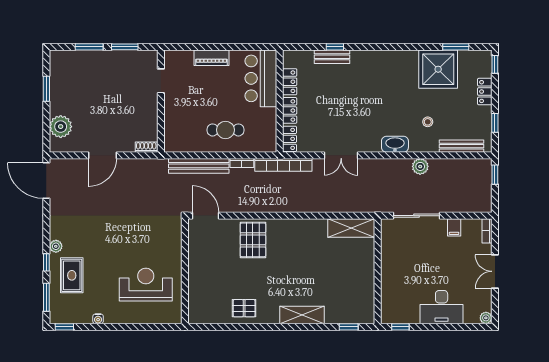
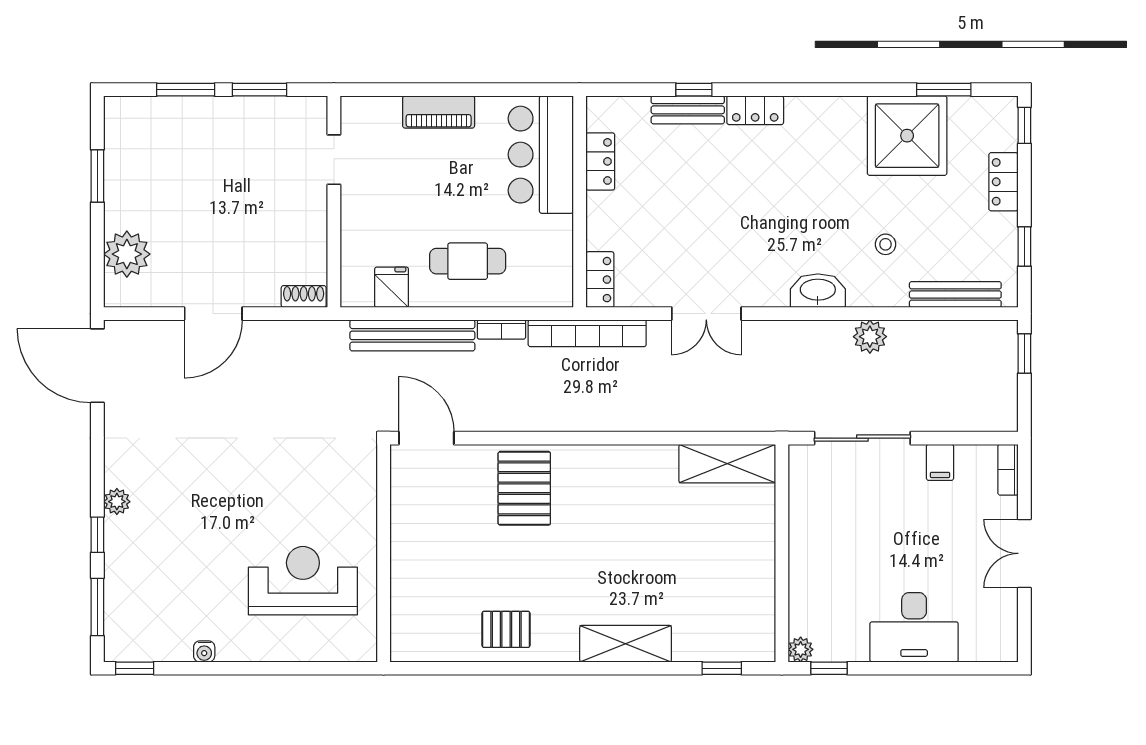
locker: (290, 110) -> (755, 110), moved, turned 90
fridge: (189, 143) -> (392, 287), added
rug: (72, 275) -> (150, 562), removed
plant: (486, 318) -> (801, 649), moved

